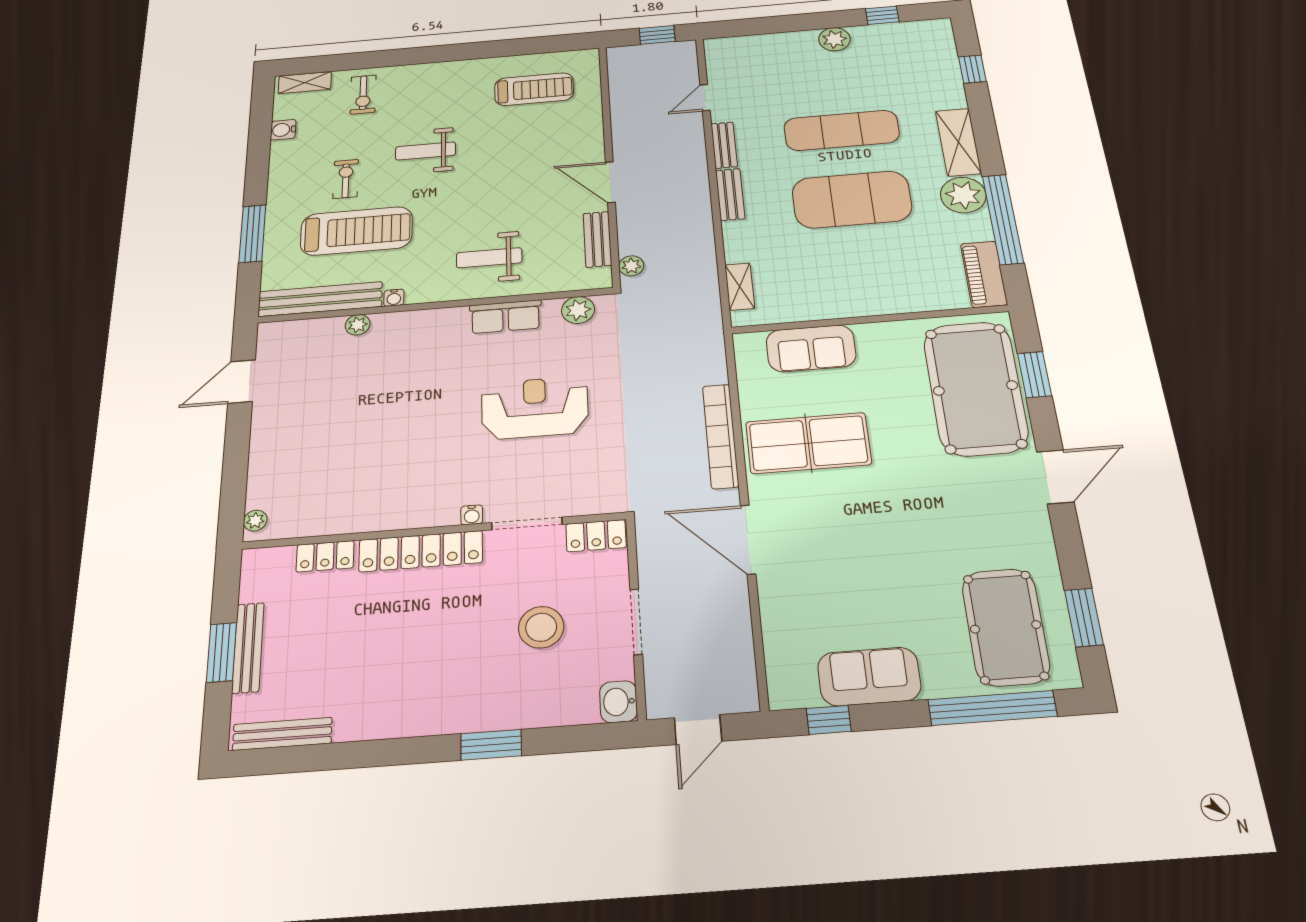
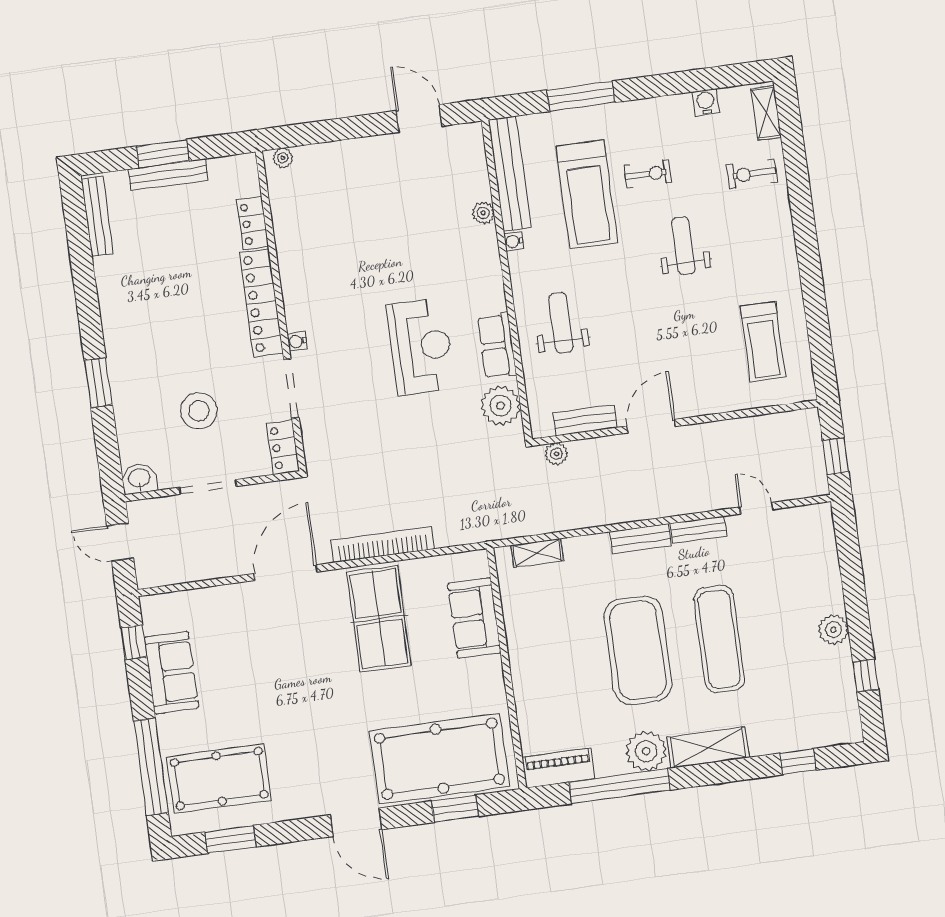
plant: (578, 310) -> (501, 406), width x1.36, depth x1.36
reception desk: (535, 408) -> (421, 347), moved

